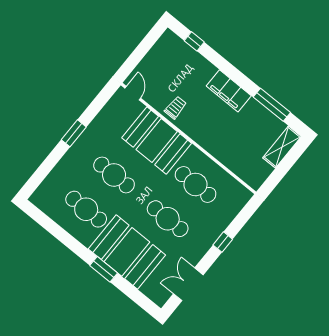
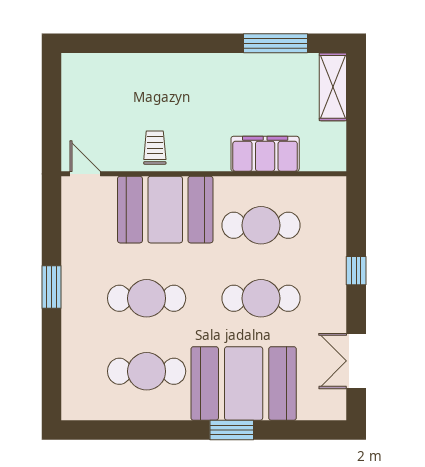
window: (194, 41) -> (110, 43), removed
filing cabinet: (229, 91) -> (265, 154), moved, turned 180

